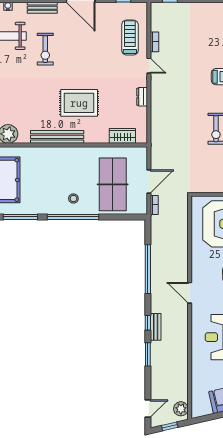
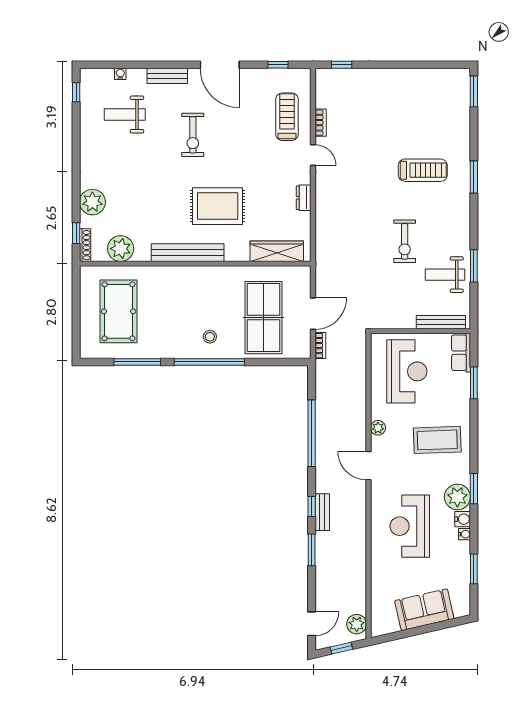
exercise bike: (45, 49) -> (193, 135), moved
wardrobe: (122, 136) -> (277, 251), width x1.50
plant: (196, 265) -> (378, 428), added

